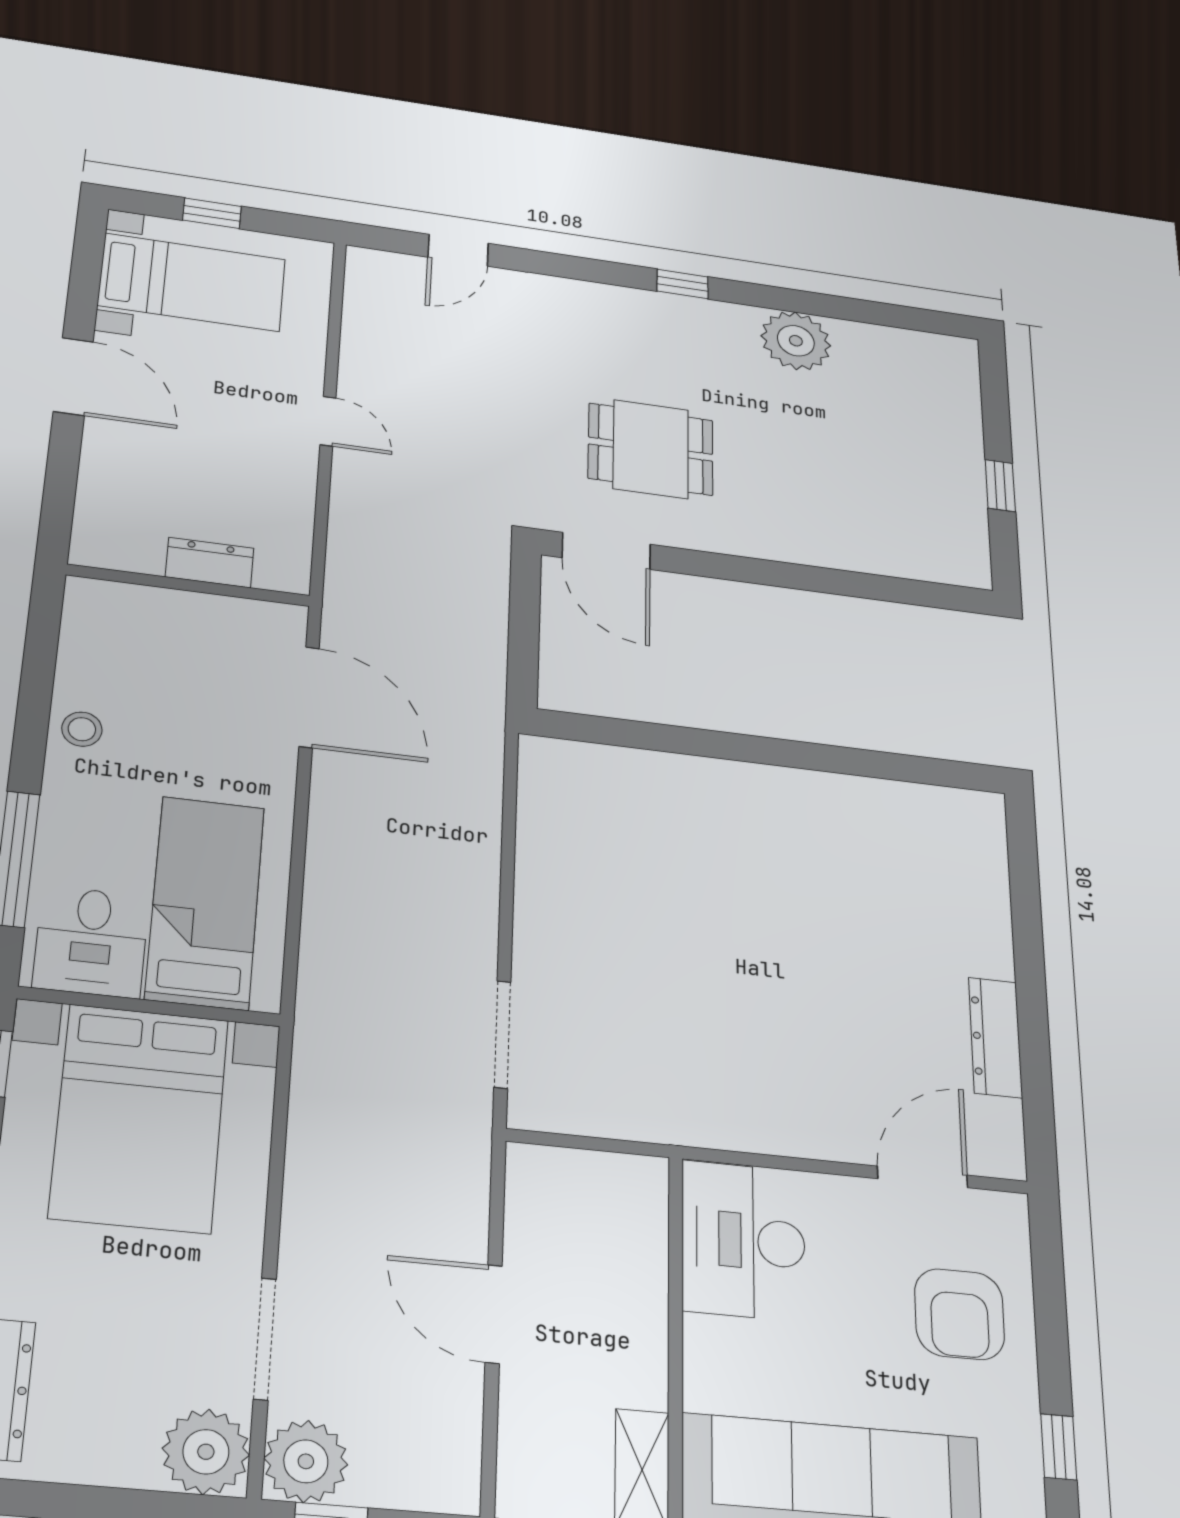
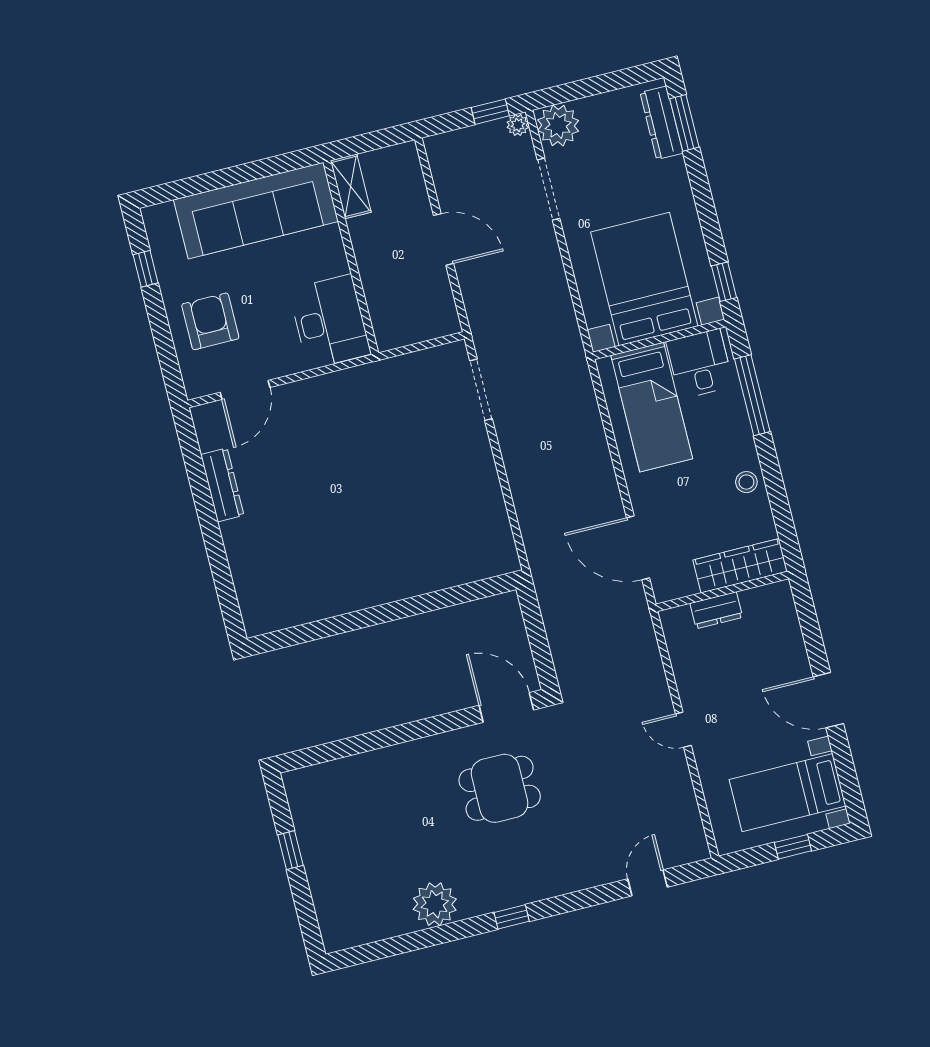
wardrobe: (143, 611) -> (740, 566), added
plant: (306, 1461) -> (518, 125), width x0.53, depth x0.53

